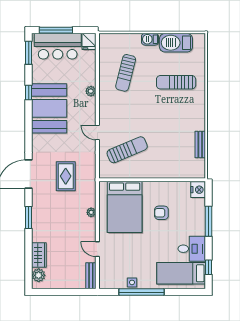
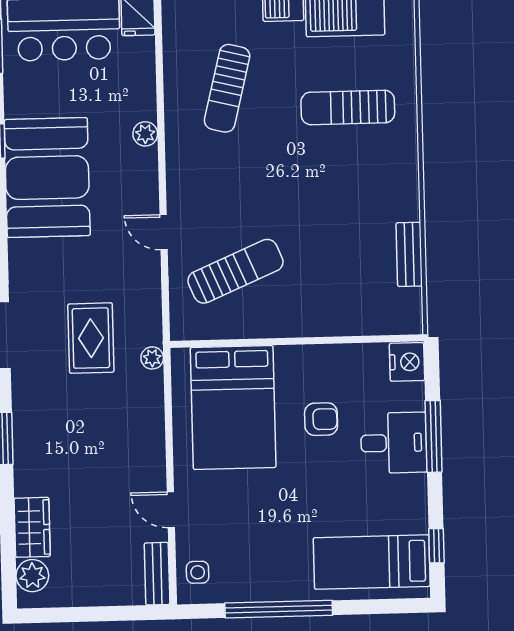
plant: (91, 212) -> (152, 358), moved
armchair: (161, 213) -> (321, 419), turned 180
desk: (192, 249) -> (394, 443), moved
side table: (132, 282) -> (198, 572), moved

